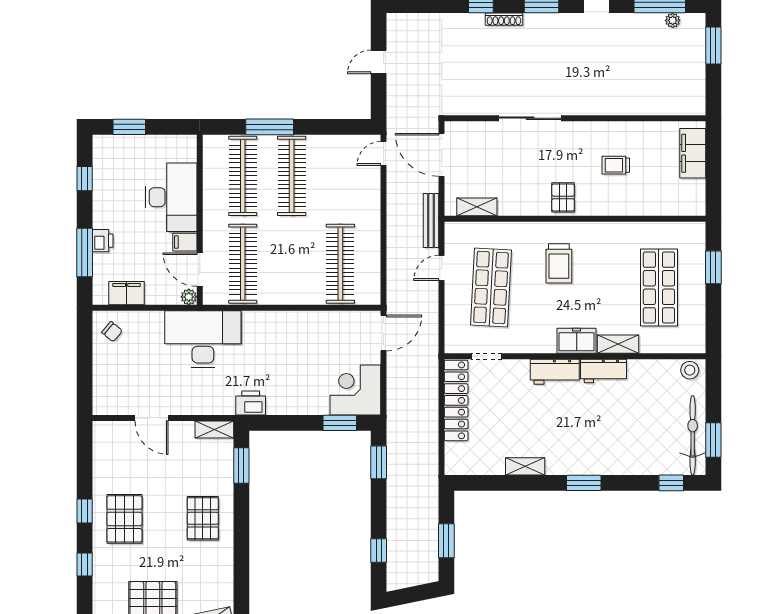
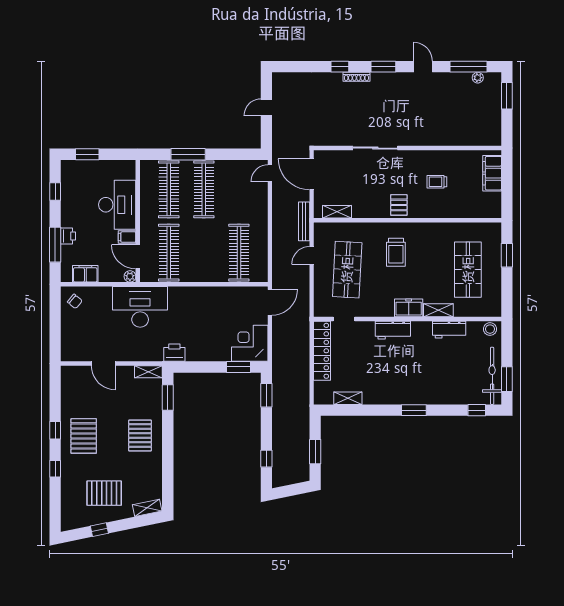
workbench: (604, 371) -> (449, 330), moved
shelving: (525, 466) -> (348, 398), moved

